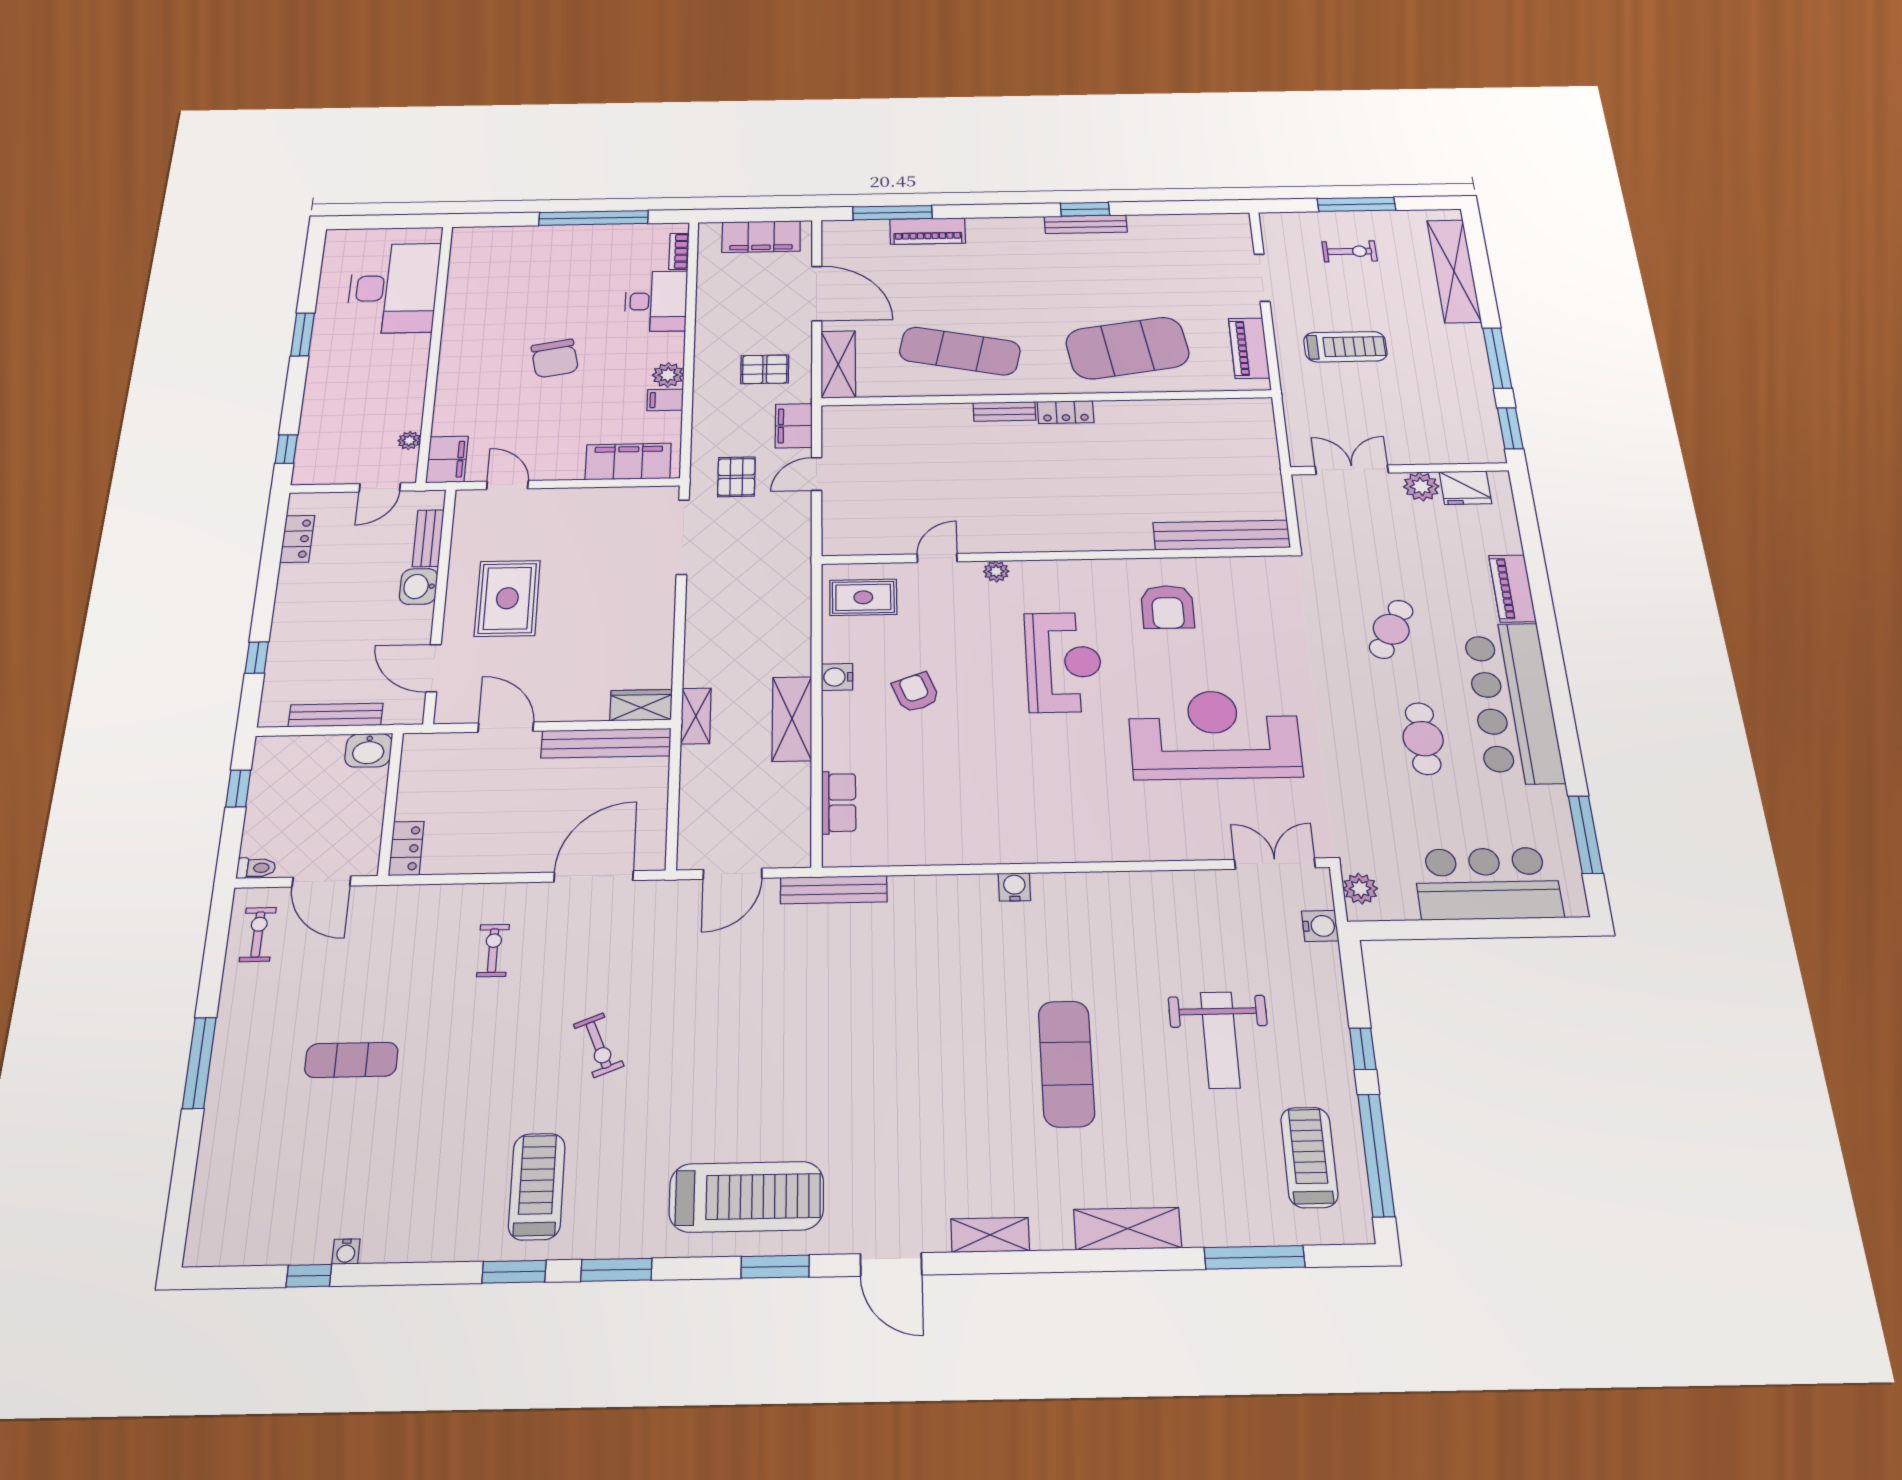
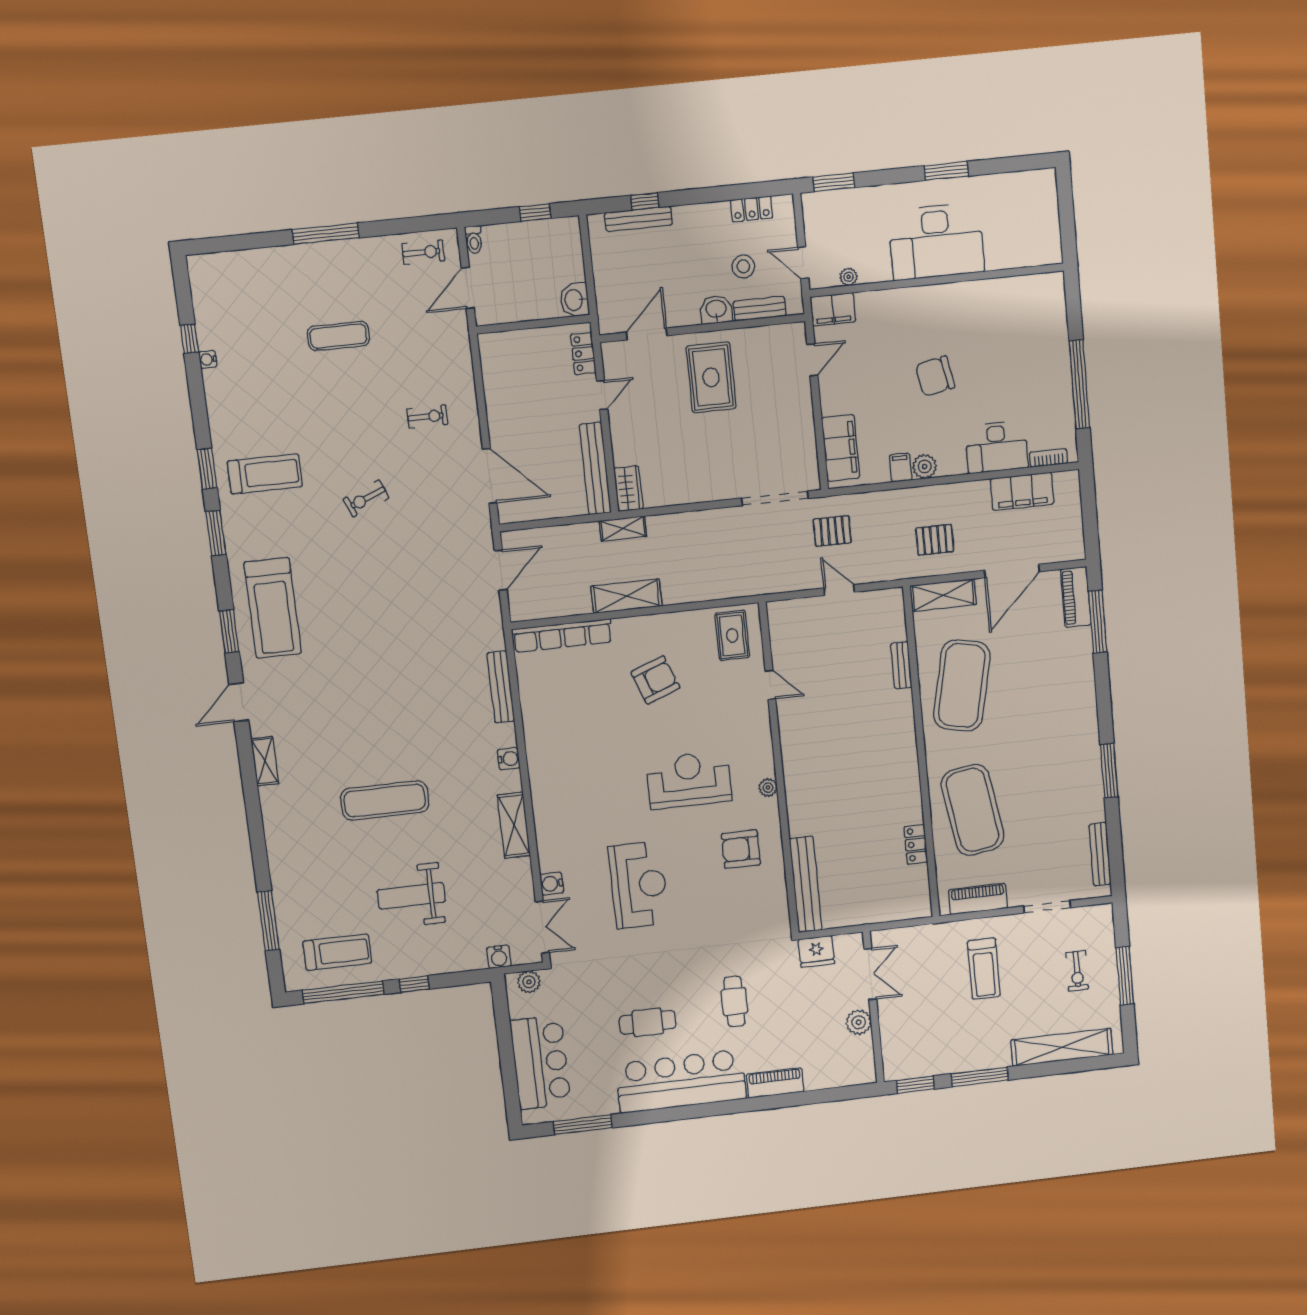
window: (1085, 209) -> (1109, 771), width x1.44
bench: (1086, 224) -> (1100, 854), moved
piano: (928, 231) -> (1076, 597), moved
filing cabinet: (761, 237) -> (1022, 491), moved, turned -90
desk: (393, 288) -> (936, 241), moved
exercise mat: (960, 351) -> (962, 685), width x1.47
pallet: (765, 369) -> (935, 540), turned 90
bench: (1004, 411) -> (901, 665), moved
locker: (1066, 412) -> (916, 844), moved
filing cabinet: (794, 426) -> (883, 568), removed
window: (286, 449) -> (834, 182), width x1.50
fridge: (1465, 488) -> (816, 951), moved, turned -90
stool: (369, 553) -> (743, 266), added
plant: (996, 571) -> (768, 788), moved
rug: (507, 598) -> (711, 377), turned 90
cafe table: (1391, 629) -> (734, 1002), turned 62
reception desk: (1063, 662) -> (689, 780), turned 180
water cooler: (837, 677) -> (552, 884), moved, turned -90
armchair: (916, 692) -> (655, 680), width x1.38, depth x1.38
bench: (336, 715) -> (638, 219), moved, turned 90
door: (506, 727) -> (602, 395), width x0.73
reception desk: (1214, 735) -> (639, 885), width x0.74, depth x0.77
row of seats: (839, 803) -> (562, 636), width x2.02
locker: (406, 848) -> (583, 353), moved, turned 90
door: (733, 874) -> (501, 570), swing flipped
bench: (834, 890) -> (501, 687), moved
exercise mat: (351, 1060) -> (338, 336), turned 90
shelving: (1128, 1229) -> (514, 825), moved

